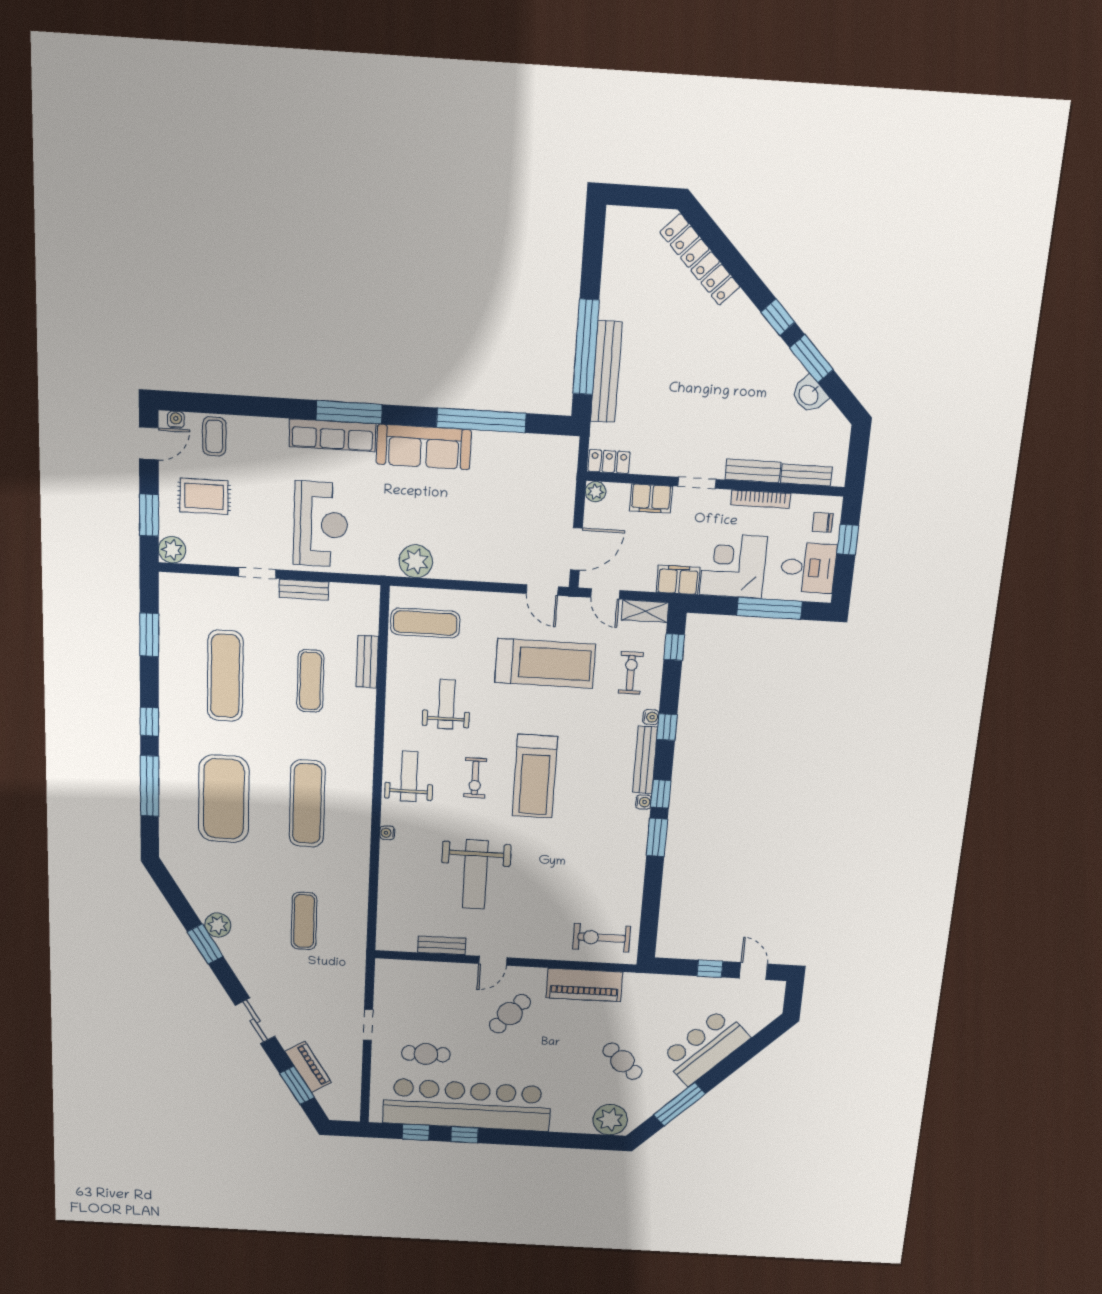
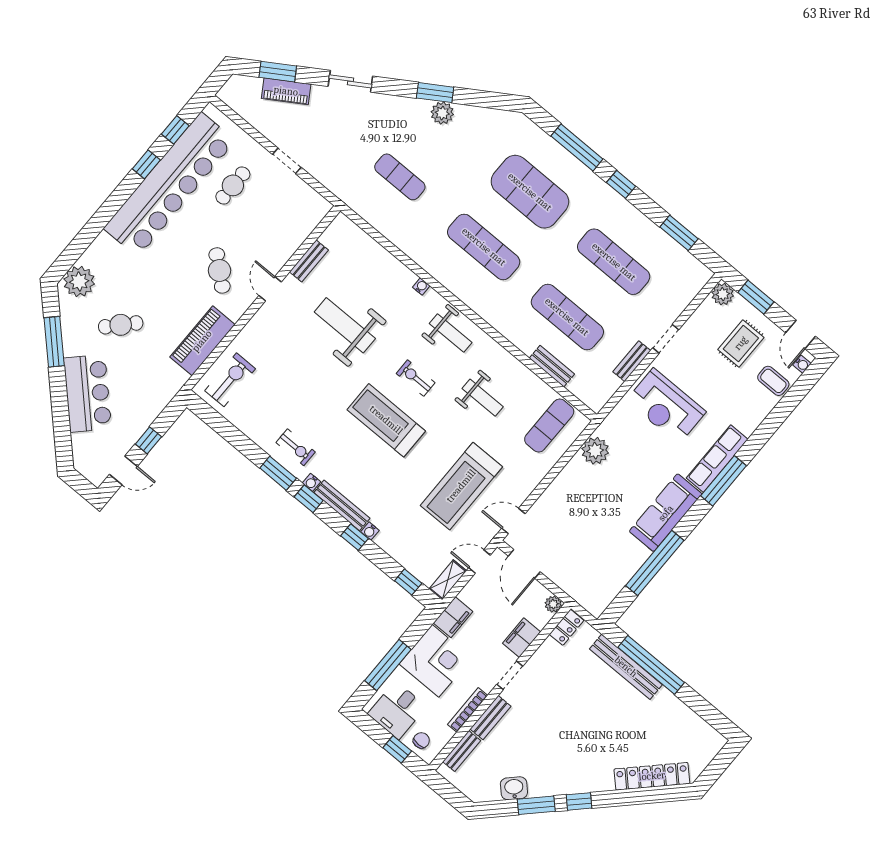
exercise bike: (631, 673) -> (296, 447), moved
exercise mat: (310, 681) -> (567, 317), width x1.36, depth x1.45

